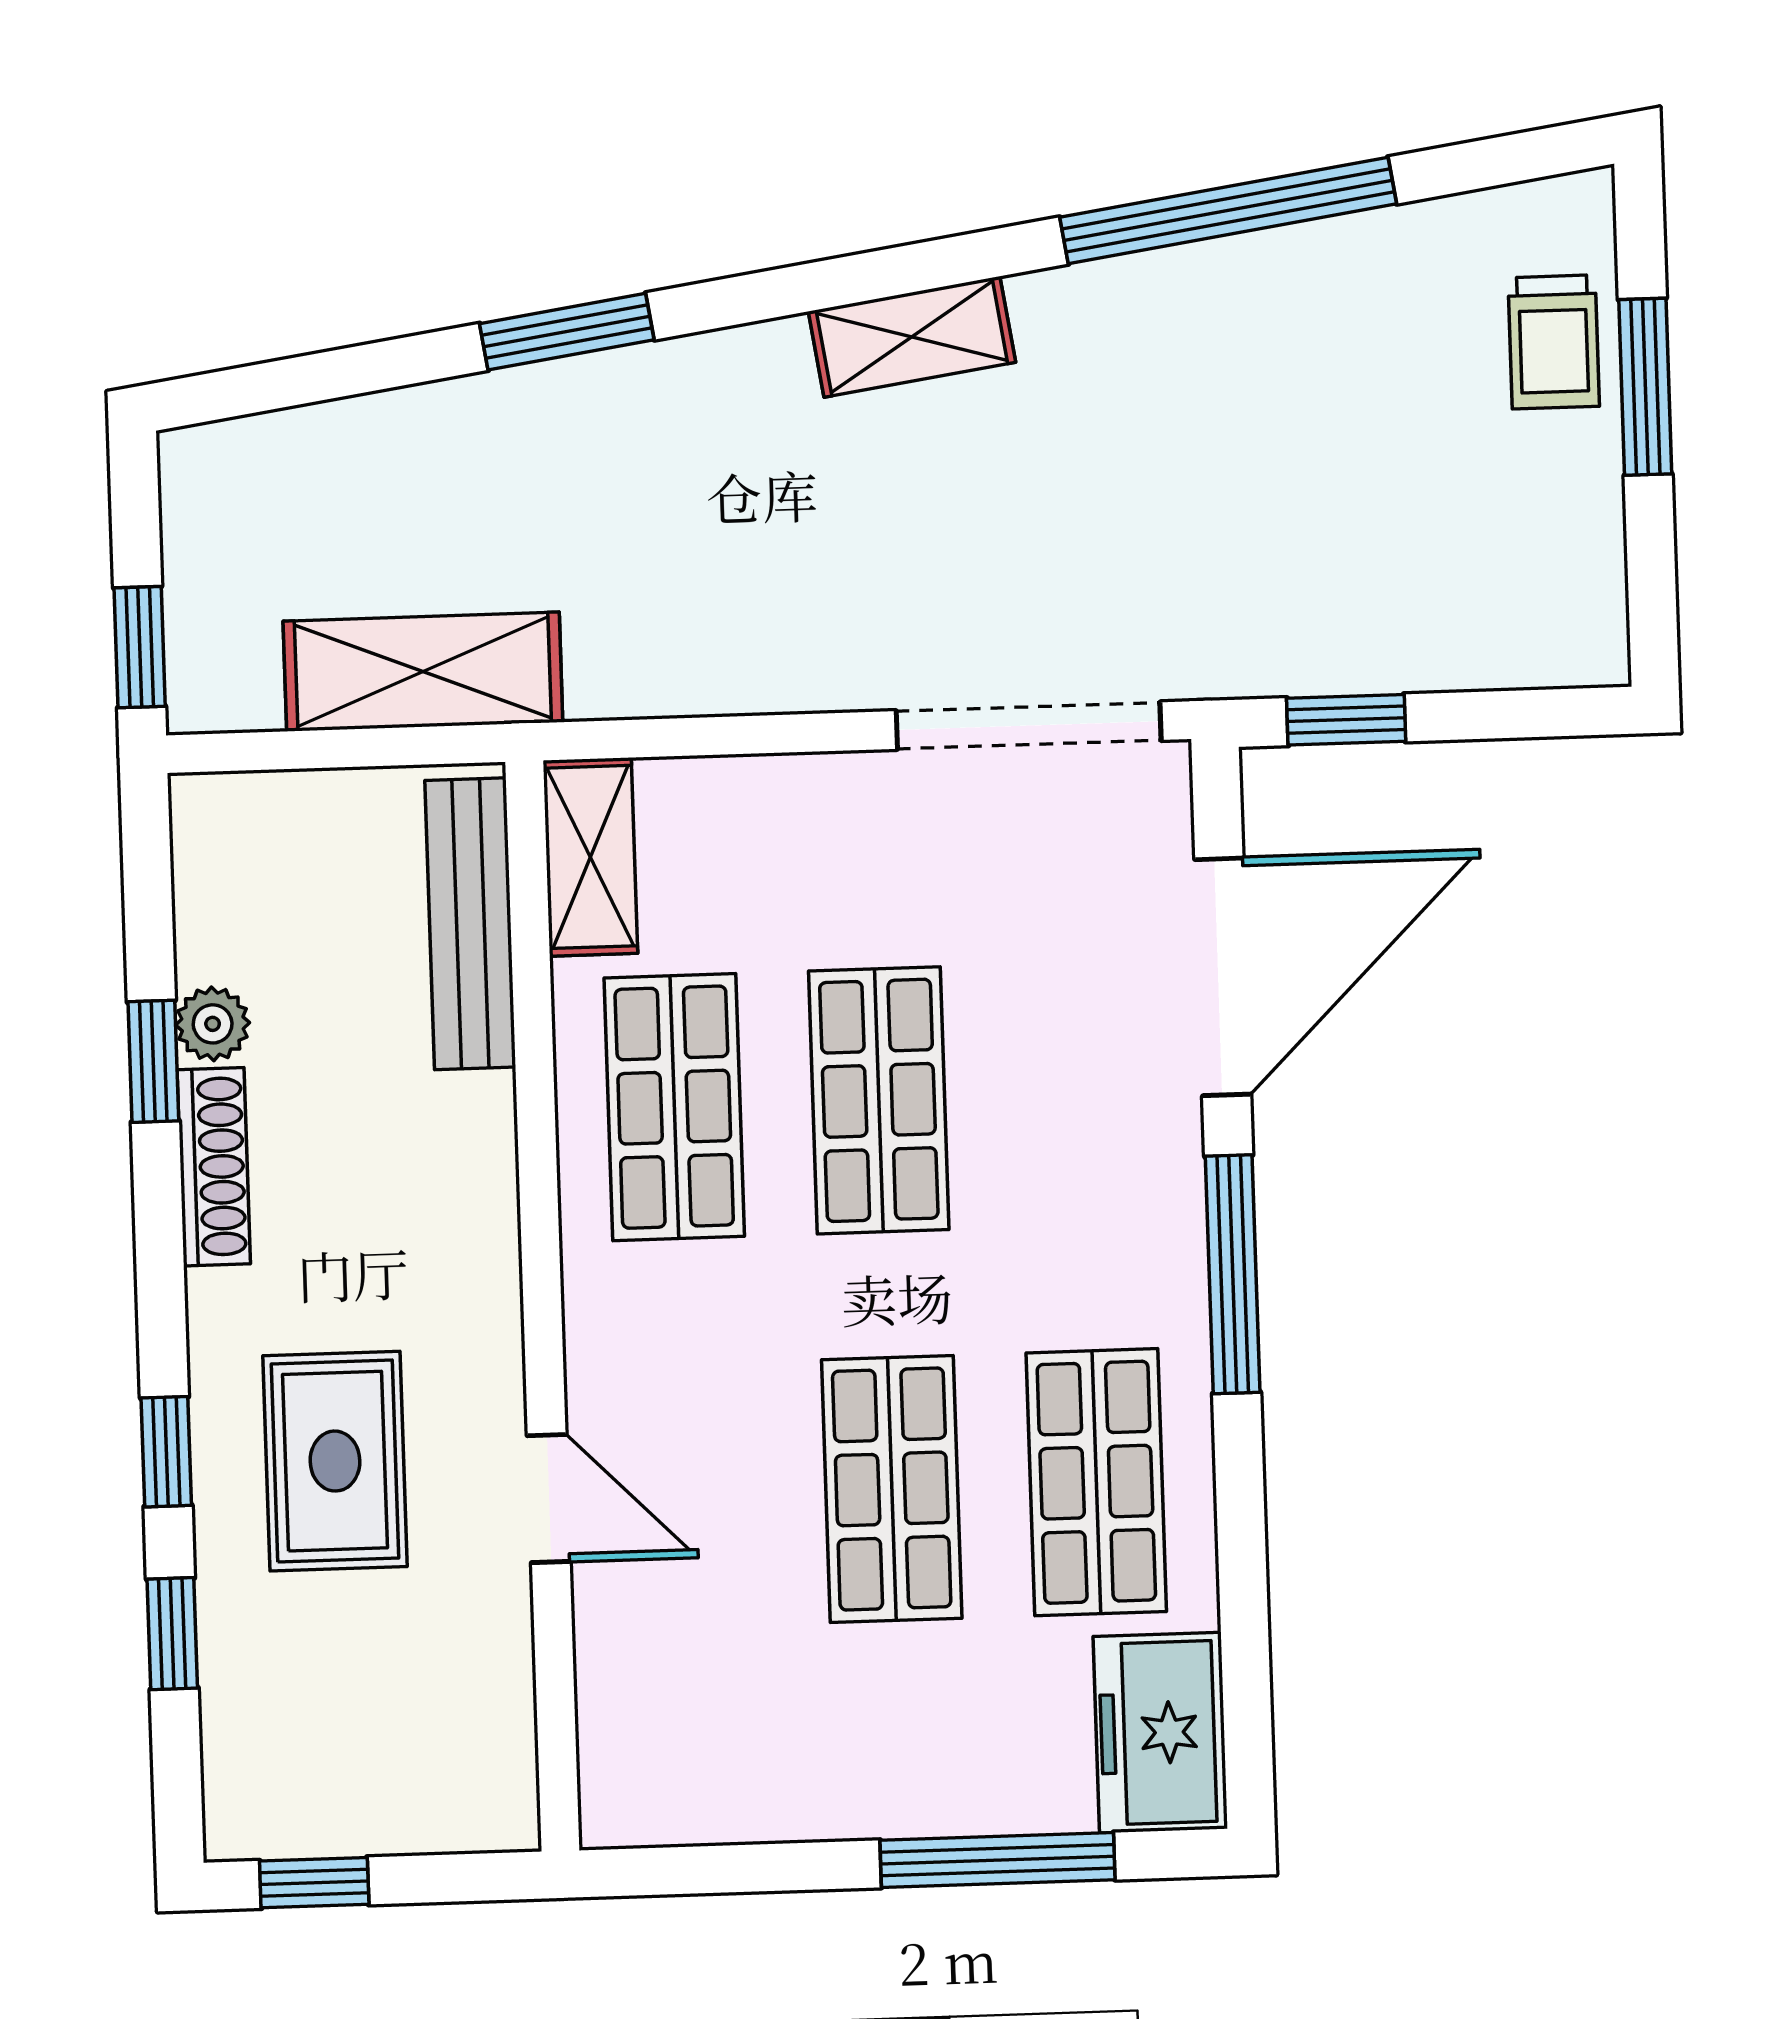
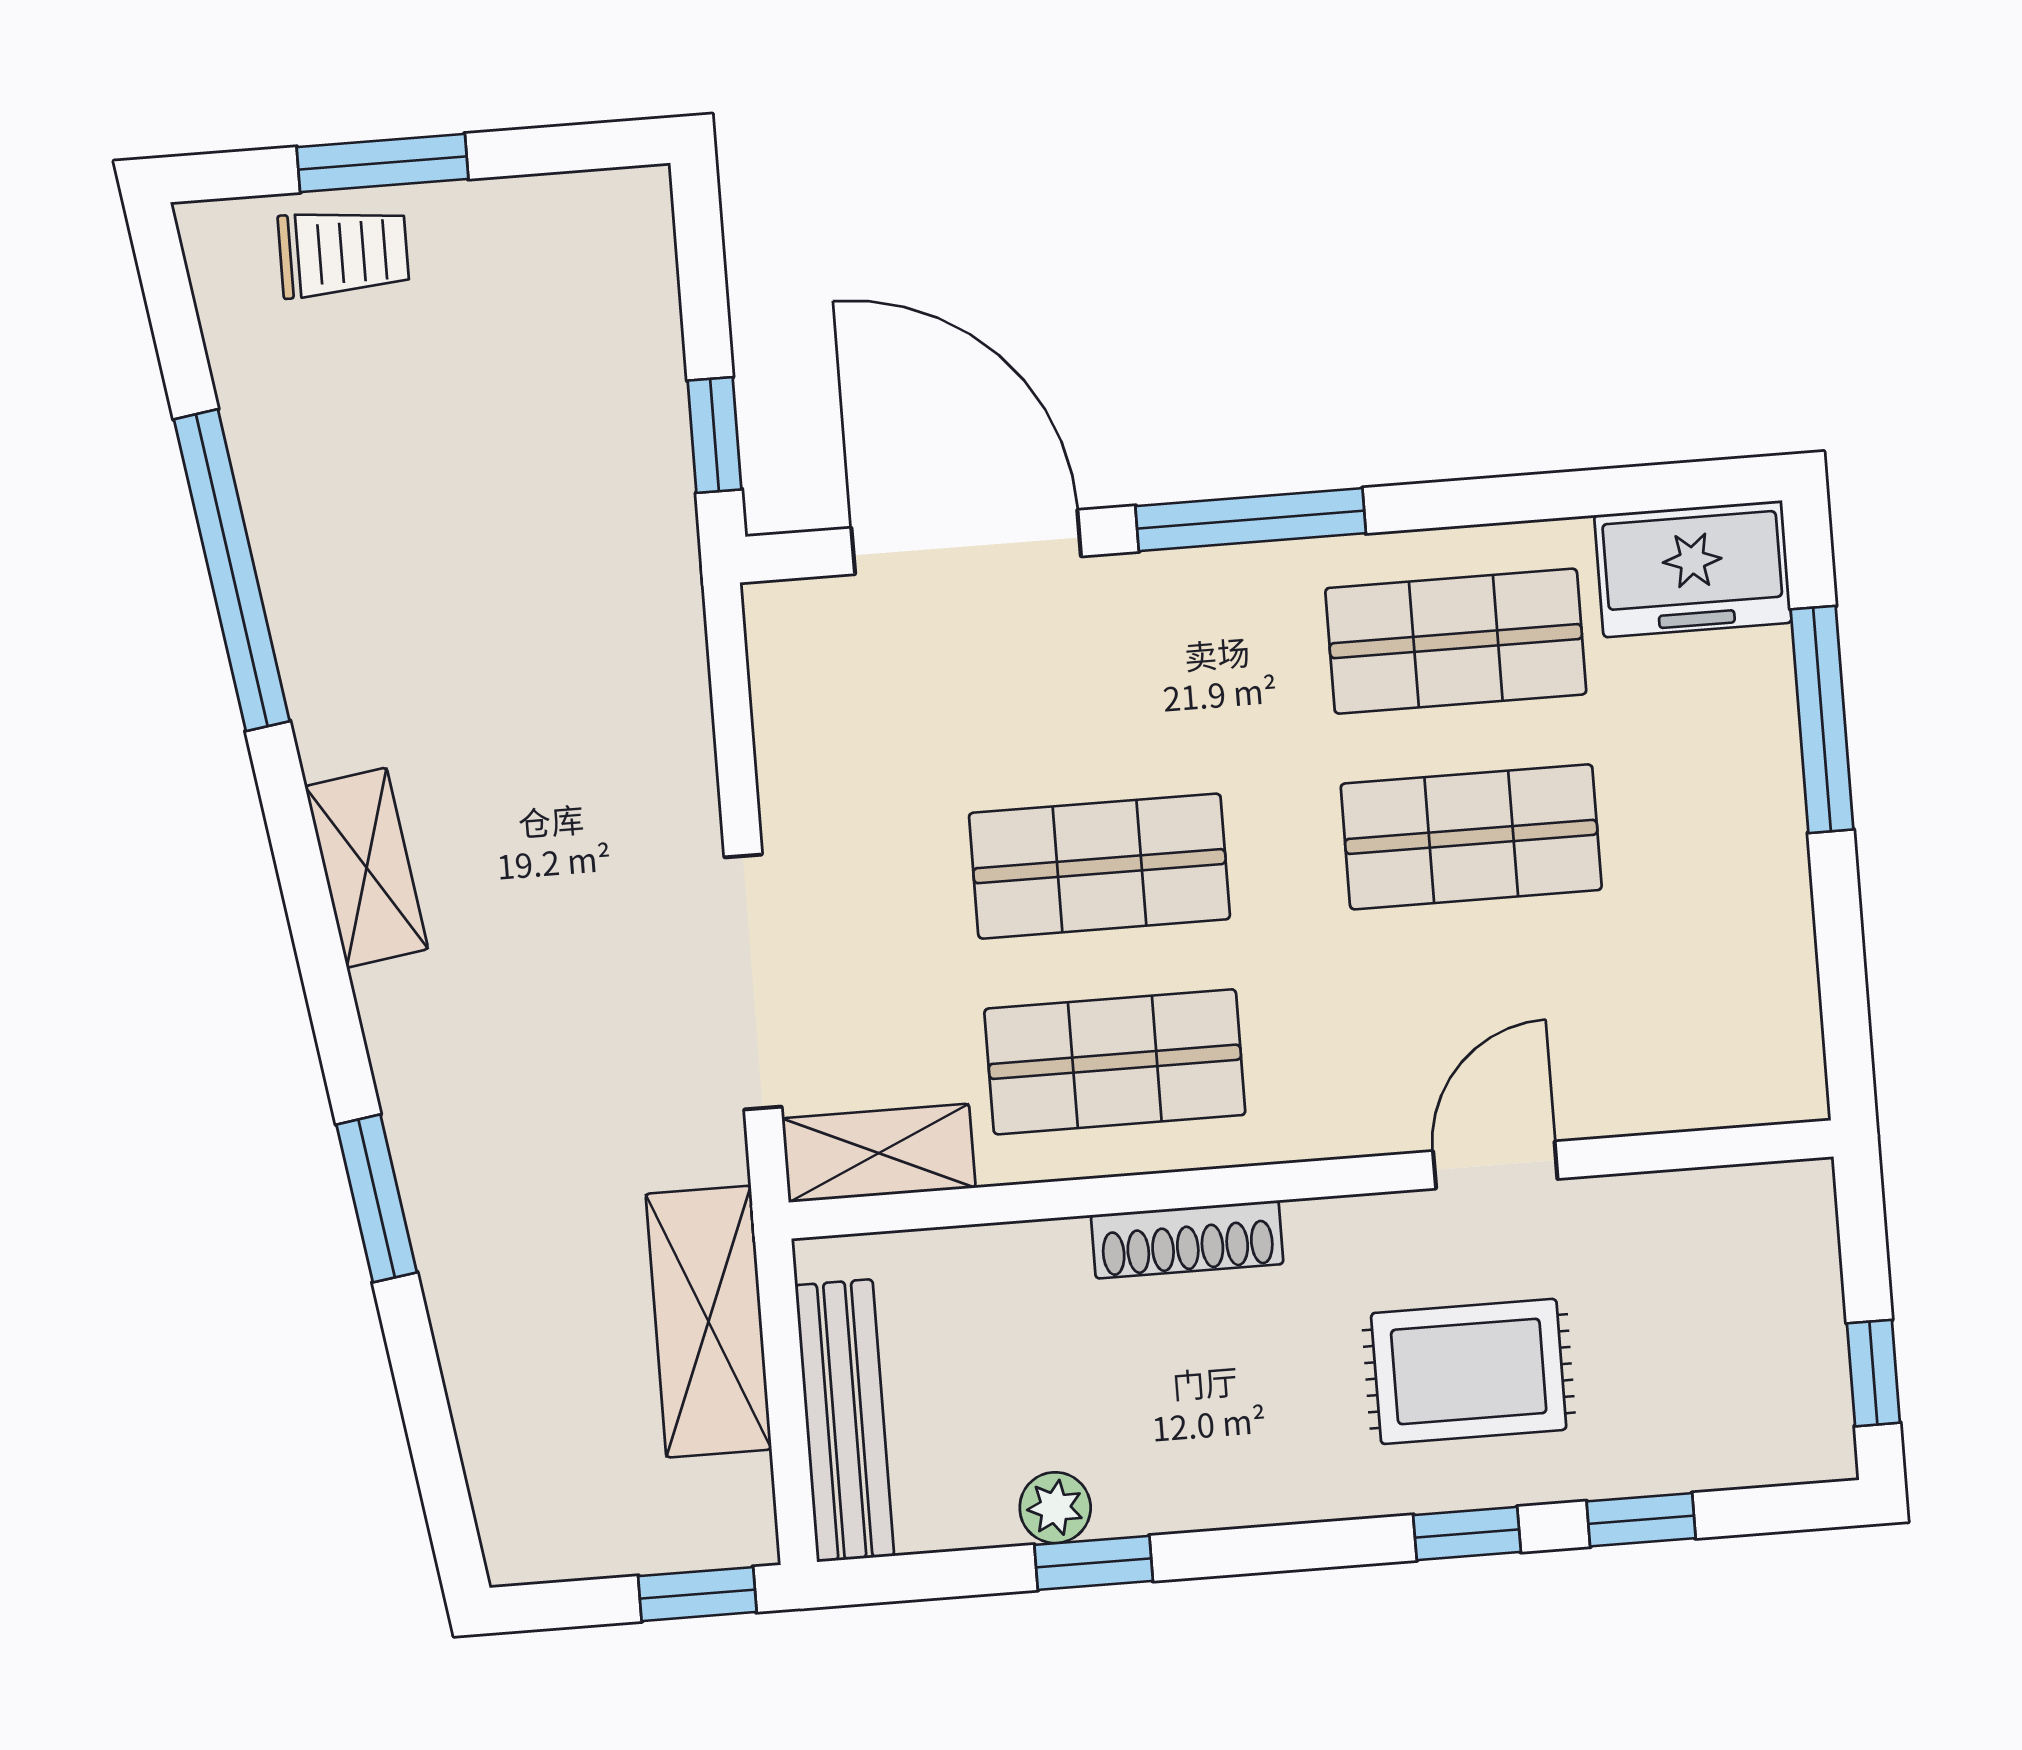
doorway: (1029, 726) -> (753, 982), moved
bench: (470, 924) -> (845, 1421), moved, turned 90
shoe rack: (214, 1167) -> (1187, 1239), moved, turned 180

